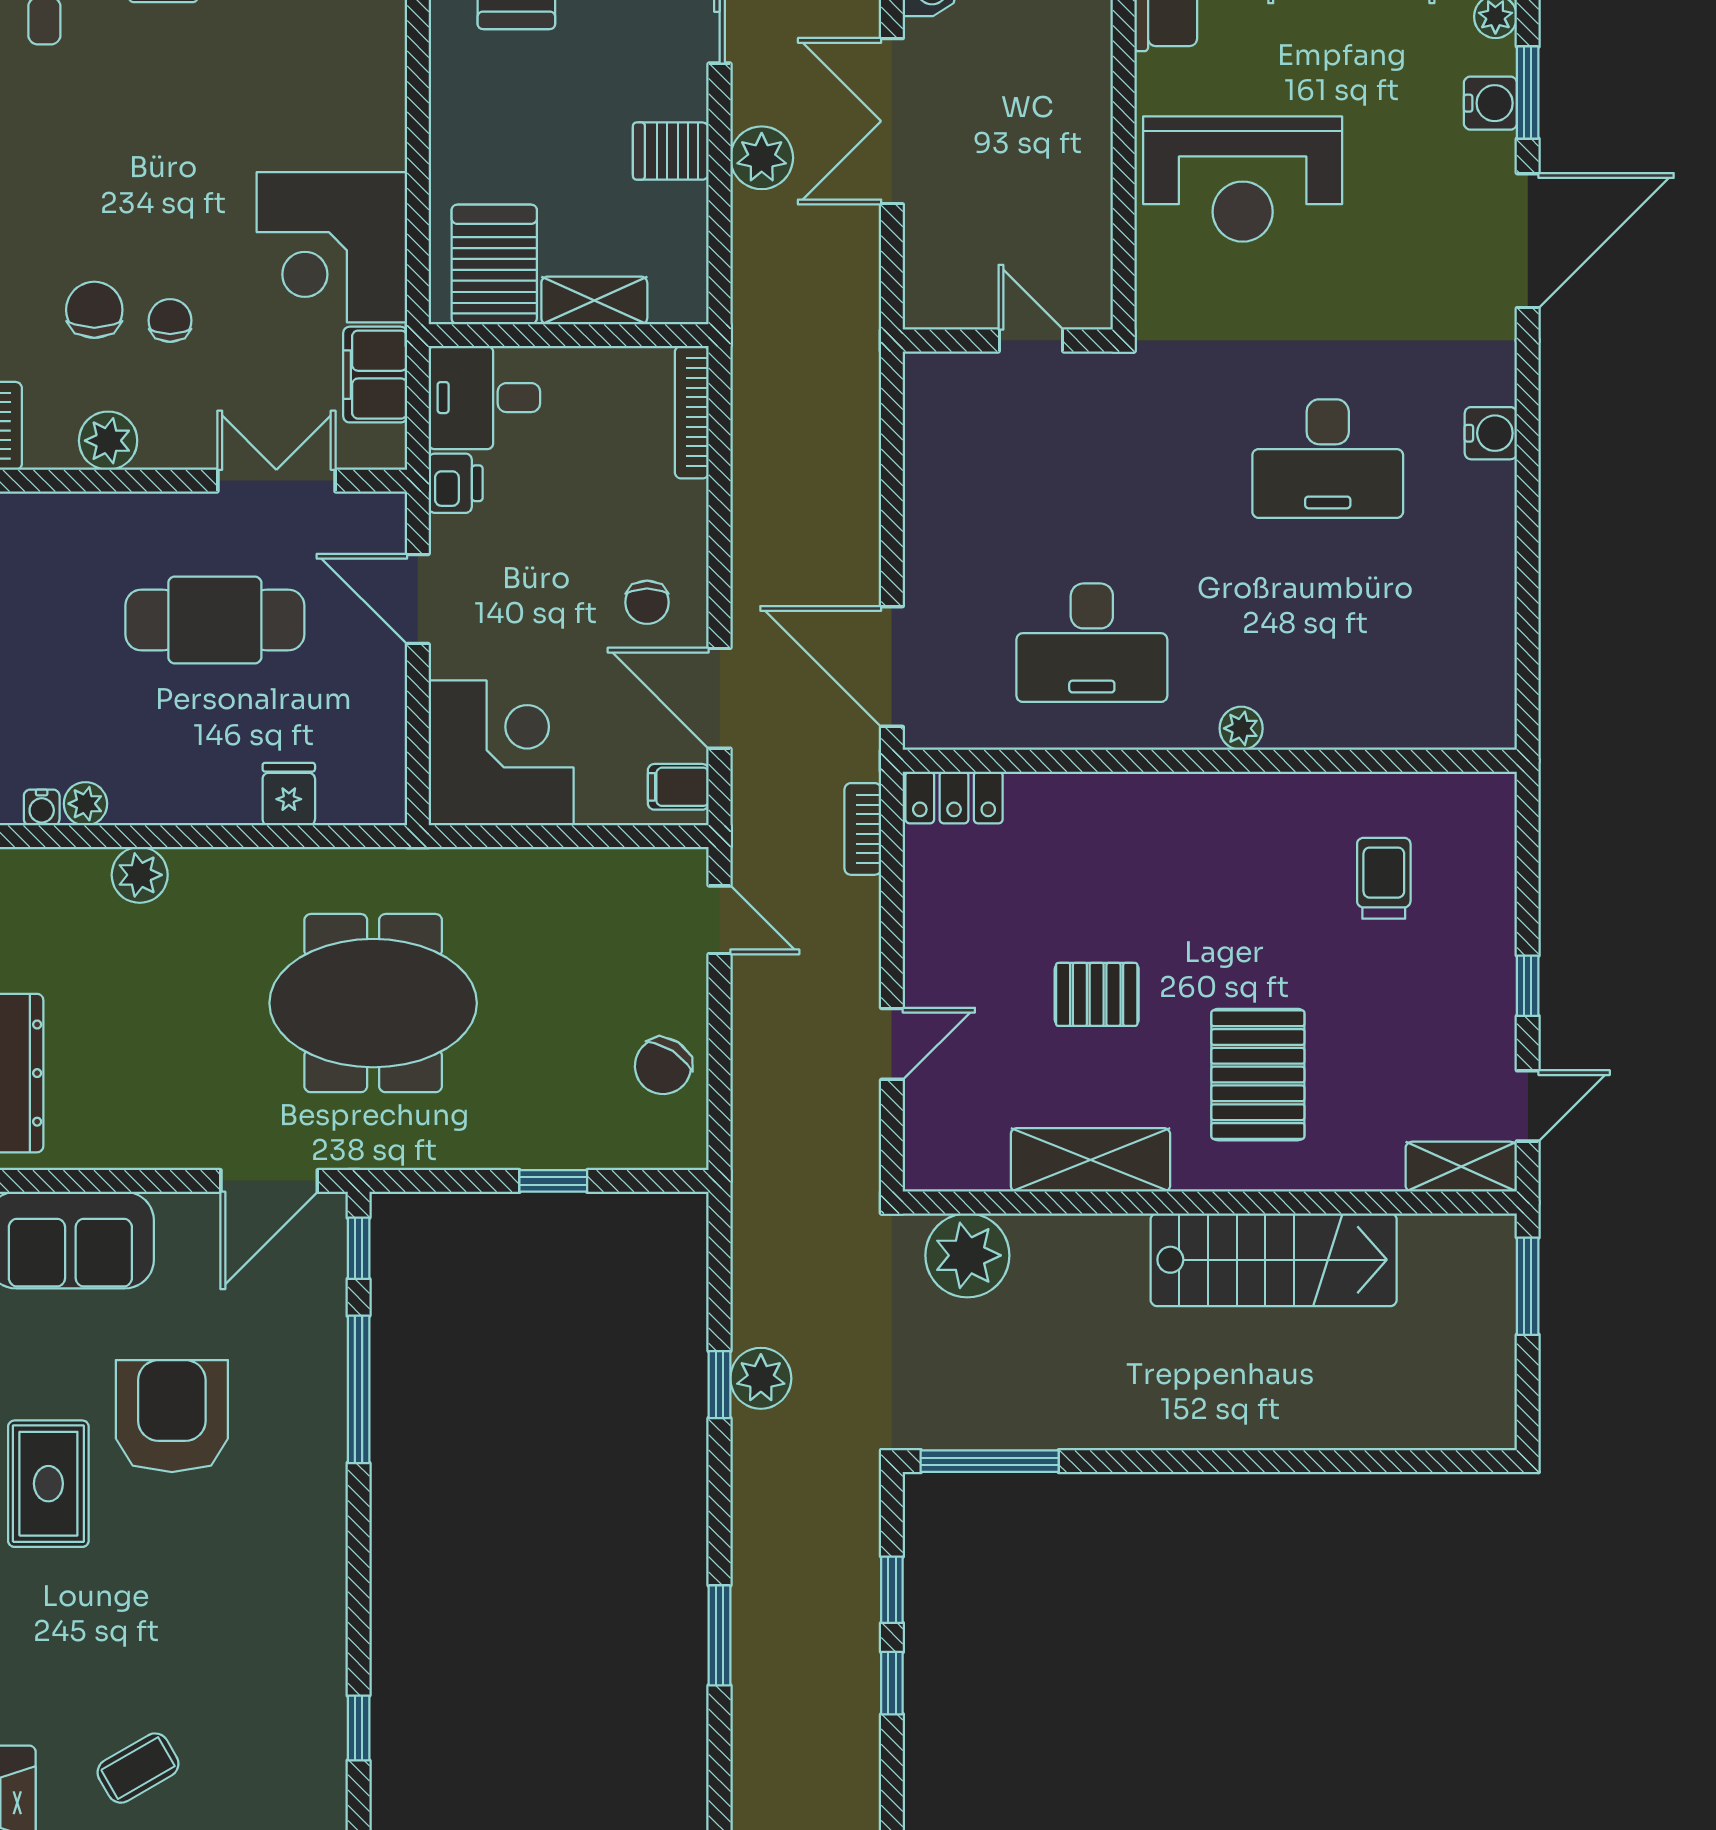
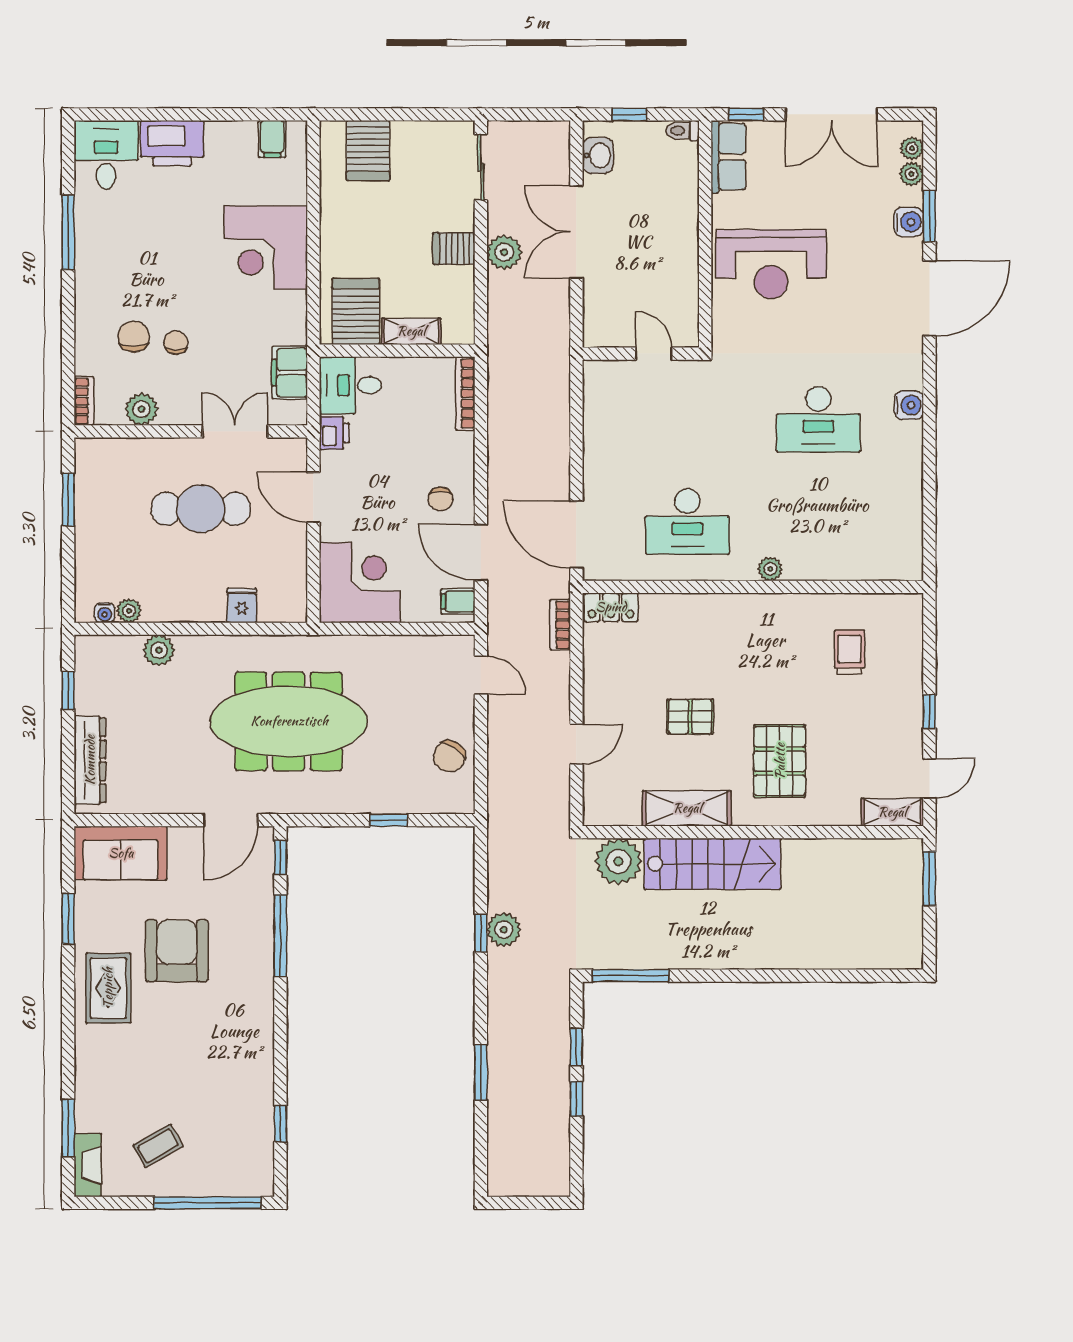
corner desk: (332, 247) -> (266, 248), moved
meeting table: (373, 1003) -> (289, 721), width x1.36
stairs: (1274, 1260) -> (712, 864), moved

